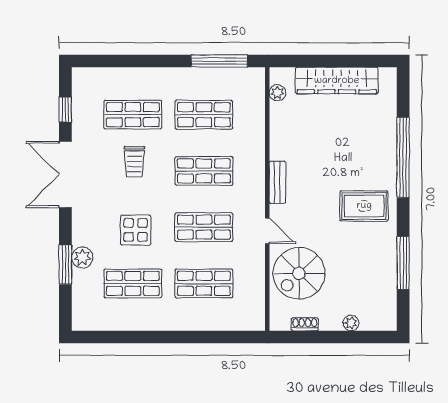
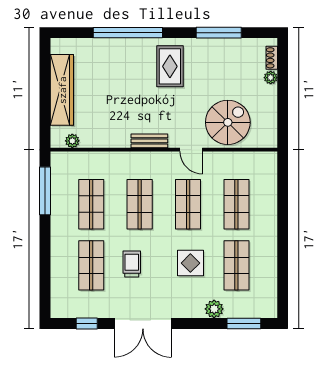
trolley: (134, 162) -> (132, 264), turned -90
door: (267, 231) -> (191, 150), swing flipped
window: (65, 265) -> (244, 323), moved
spiral stairs: (299, 273) -> (228, 122), turned -90
shoe rack: (305, 324) -> (272, 58), moved

